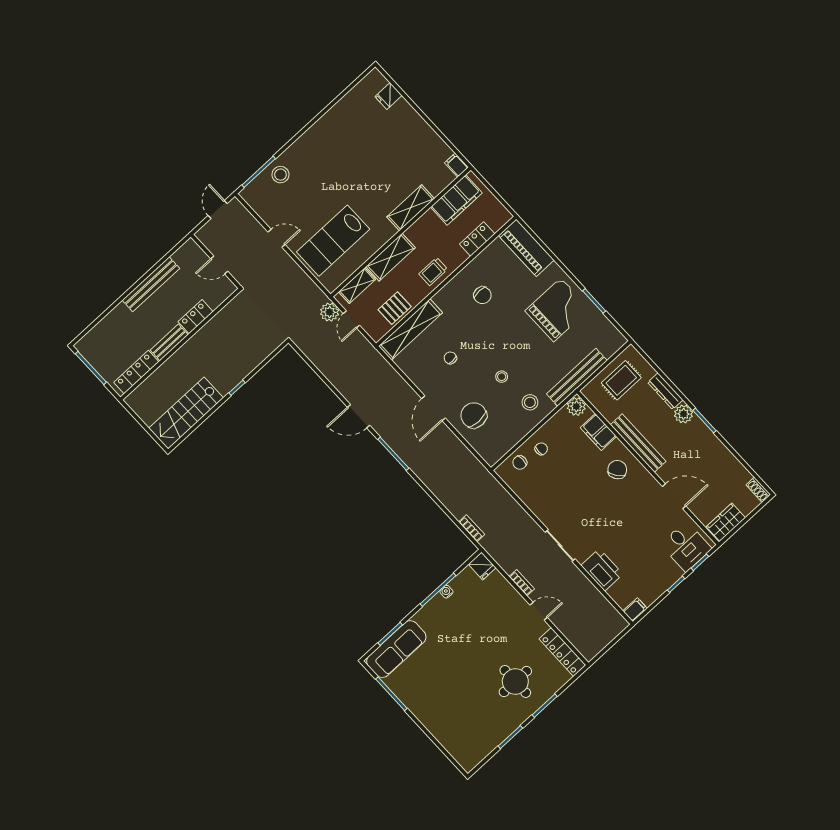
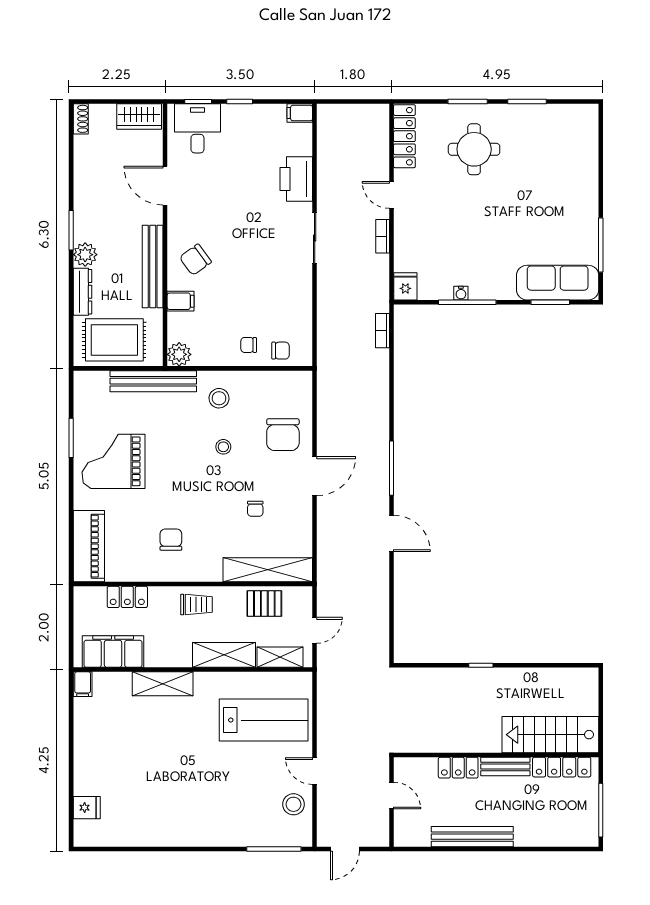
stool: (280, 175) -> (293, 804), moved
plant: (330, 312) -> (329, 656), removed
rug: (621, 380) -> (114, 340), width x1.36, depth x1.43
stairs: (186, 413) -> (550, 735), moved, turned 180
filing cabinet: (598, 432) -> (181, 301), width x0.50

